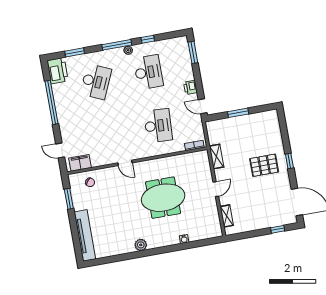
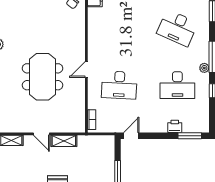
printer: (190, 87) -> (175, 126), moved
shelving: (217, 156) -> (64, 141), moved
door: (125, 163) -> (86, 69), moved

